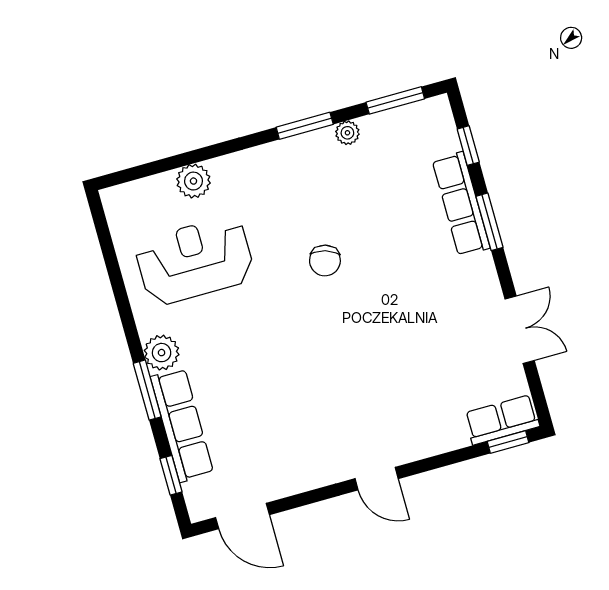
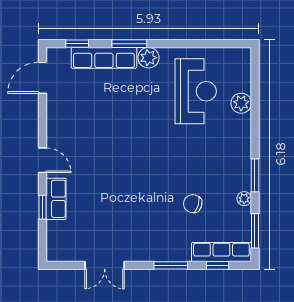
row of seats: (461, 204) -> (221, 252), moved
chair: (325, 261) -> (193, 204), moved
row of seats: (502, 420) -> (56, 199), moved
window: (508, 442) -> (42, 207), moved
door: (377, 479) -> (42, 160), swing flipped

